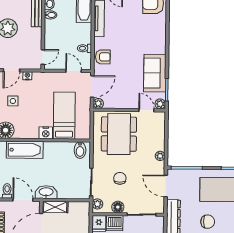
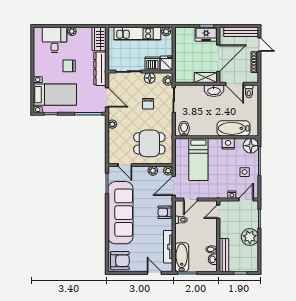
door: (74, 71) -> (191, 199), hinge flipped
sofa: (155, 73) -> (120, 213), width x1.85, depth x1.27
plant: (160, 104) -> (153, 171), moved
nightstand: (46, 133) -> (228, 144), moved
dining table: (119, 134) -> (149, 143), width x0.73

